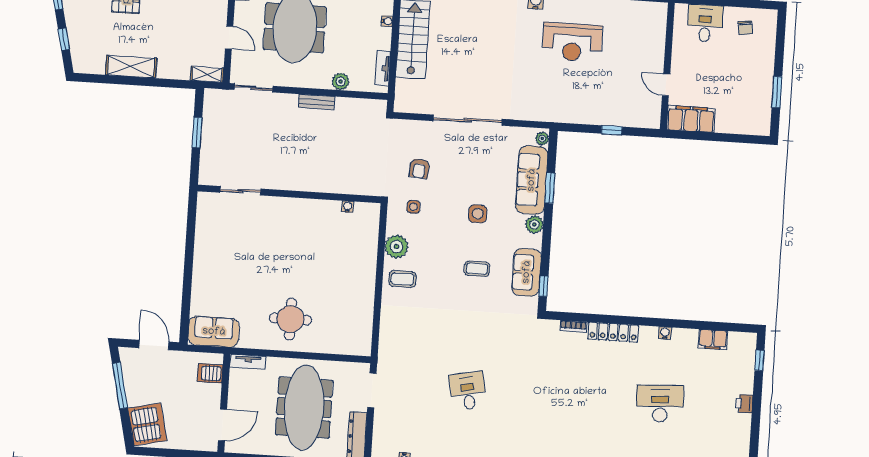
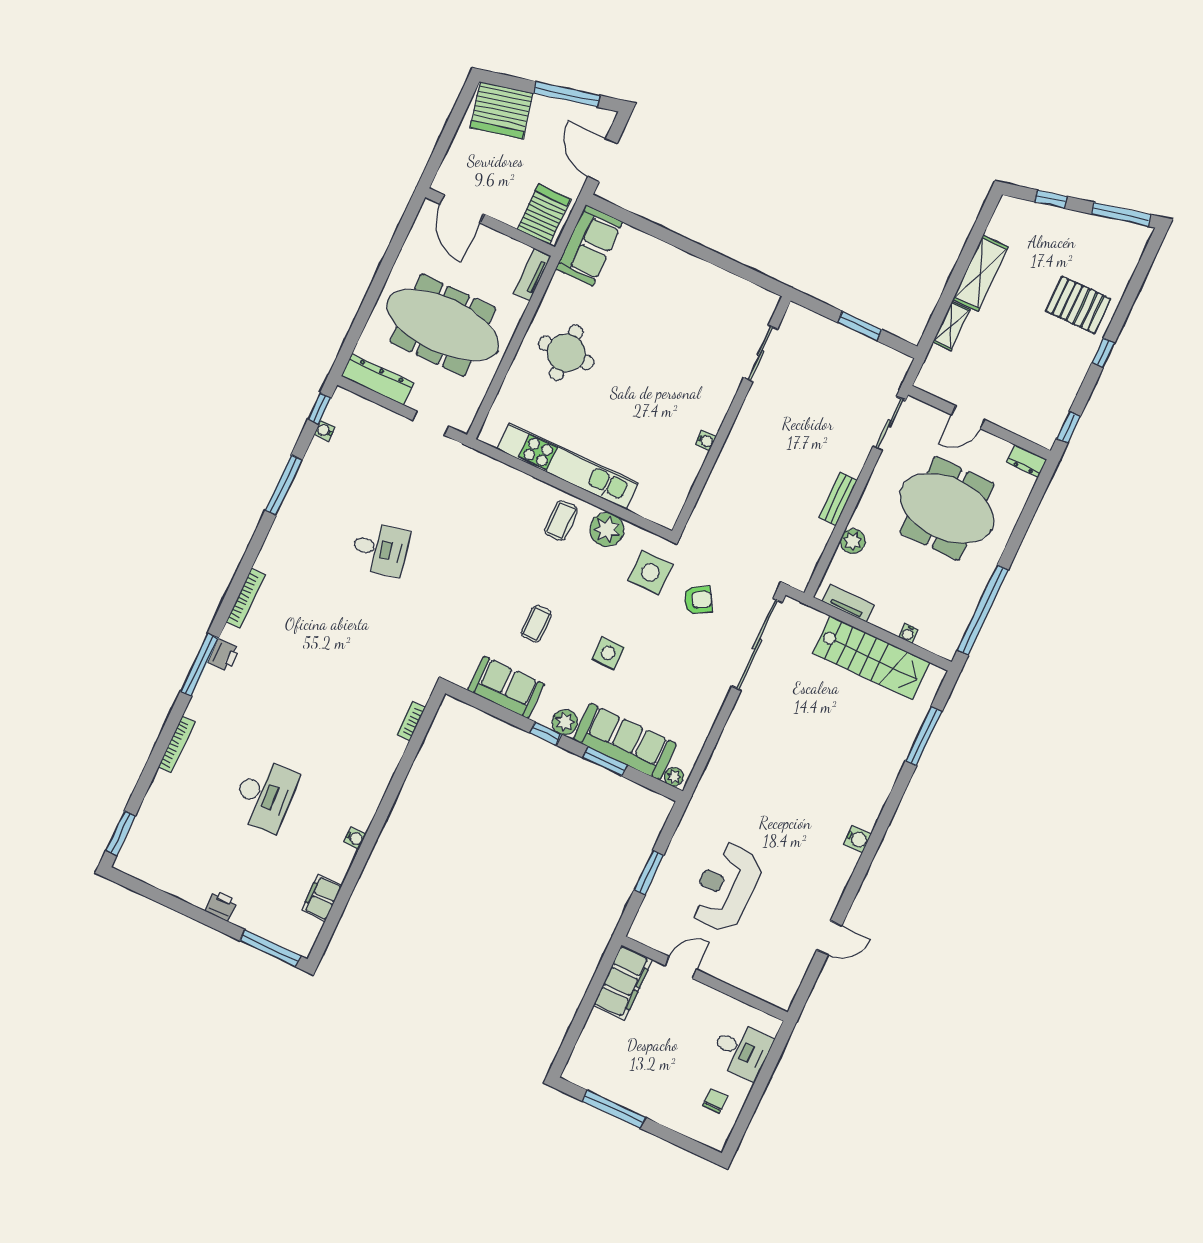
chair: (745, 28) -> (715, 1101), turned 98
reception desk: (572, 42) -> (726, 887), moved
shelving: (207, 74) -> (951, 326), moved
window: (777, 92) -> (614, 1109), width x1.44
sliding door: (468, 120) -> (757, 644), moved
window: (612, 130) -> (649, 872), width x1.50
armchair: (419, 168) -> (698, 600), turned 146
water cooler: (348, 207) -> (706, 441), moved
side table: (413, 207) -> (650, 572), width x1.87, depth x1.87
window: (543, 286) -> (546, 734), moved
kitchen unit: (365, 289) -> (568, 466), added
locker: (613, 332) -> (383, 770), removed
door: (154, 345) -> (602, 160), swing flipped
window: (760, 360) -> (270, 948), width x2.17
server rack: (210, 373) -> (544, 214), width x1.36, depth x1.44
doorway: (372, 390) -> (431, 423), width x0.73

